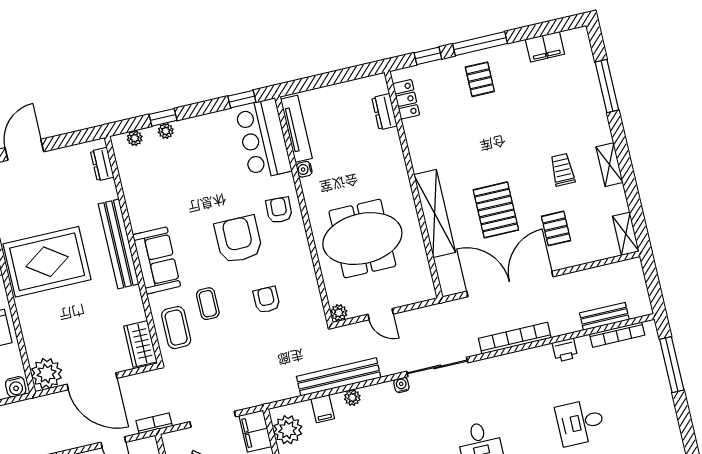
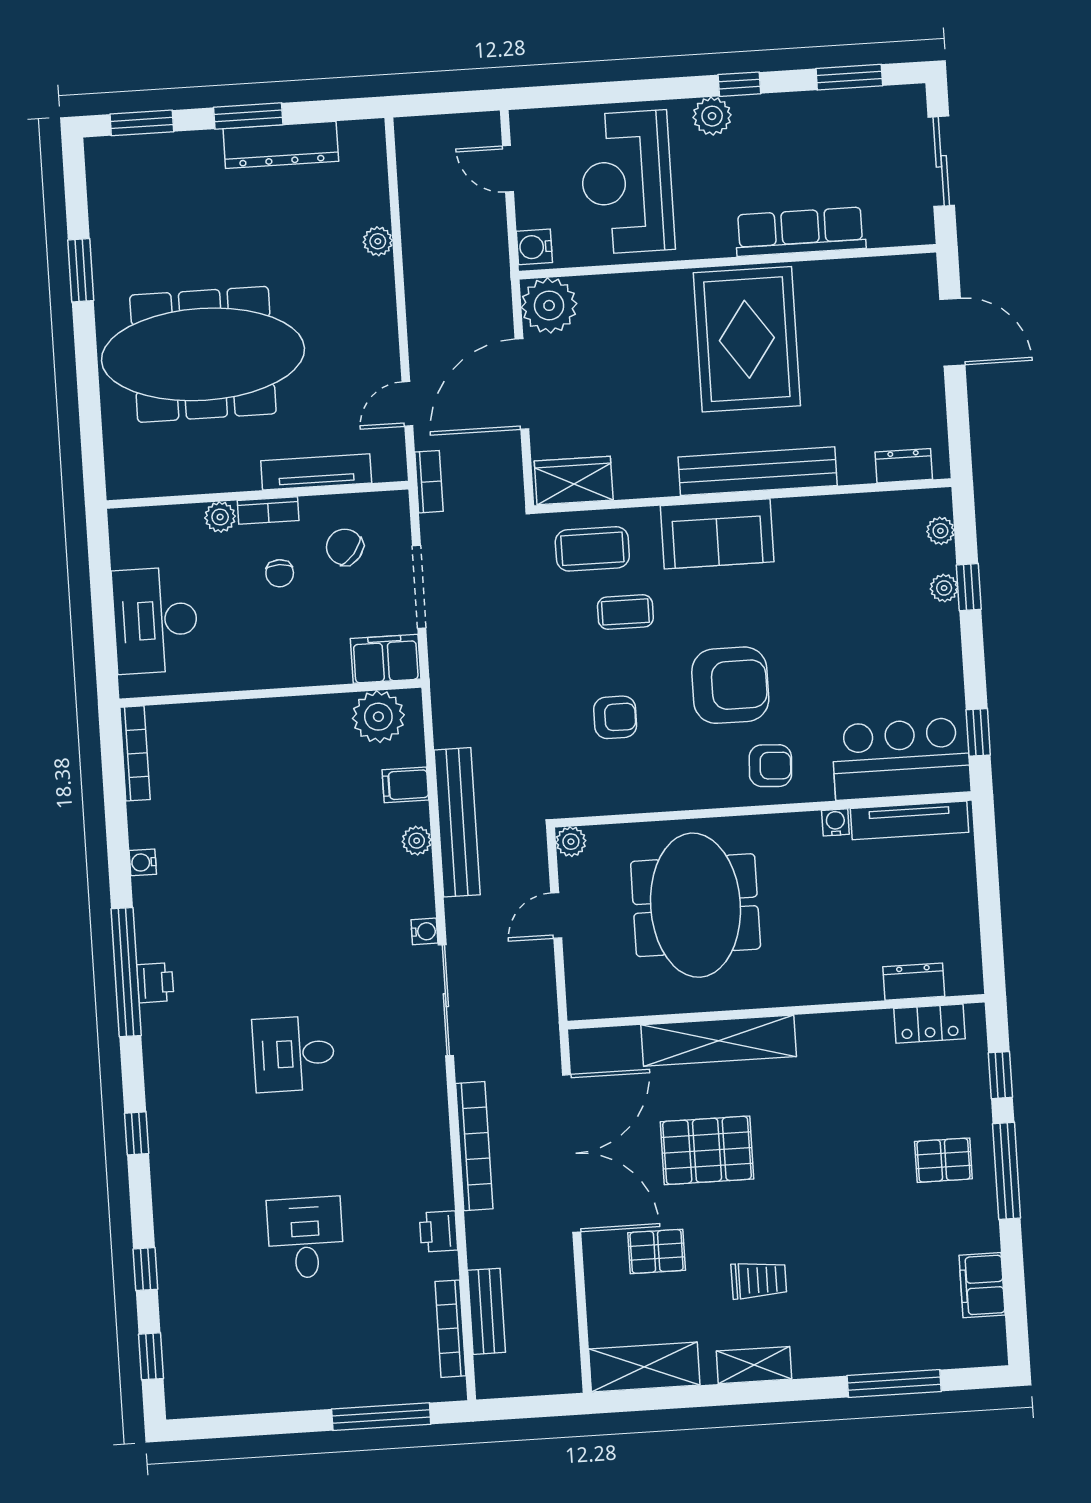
shelving: (626, 234) -> (644, 1367), width x1.50, depth x1.33

